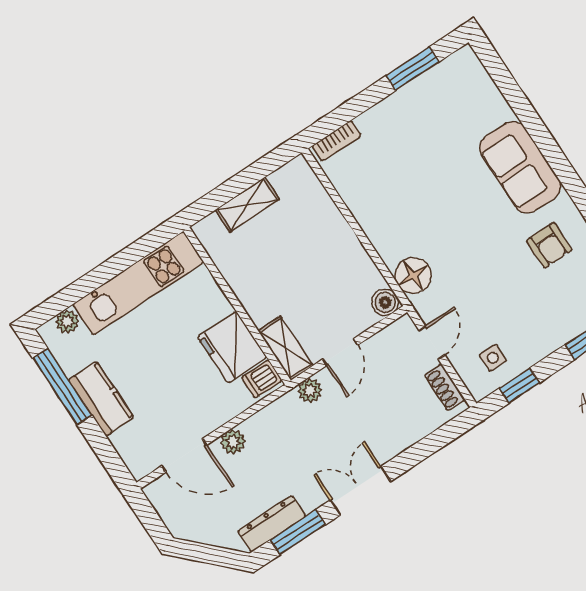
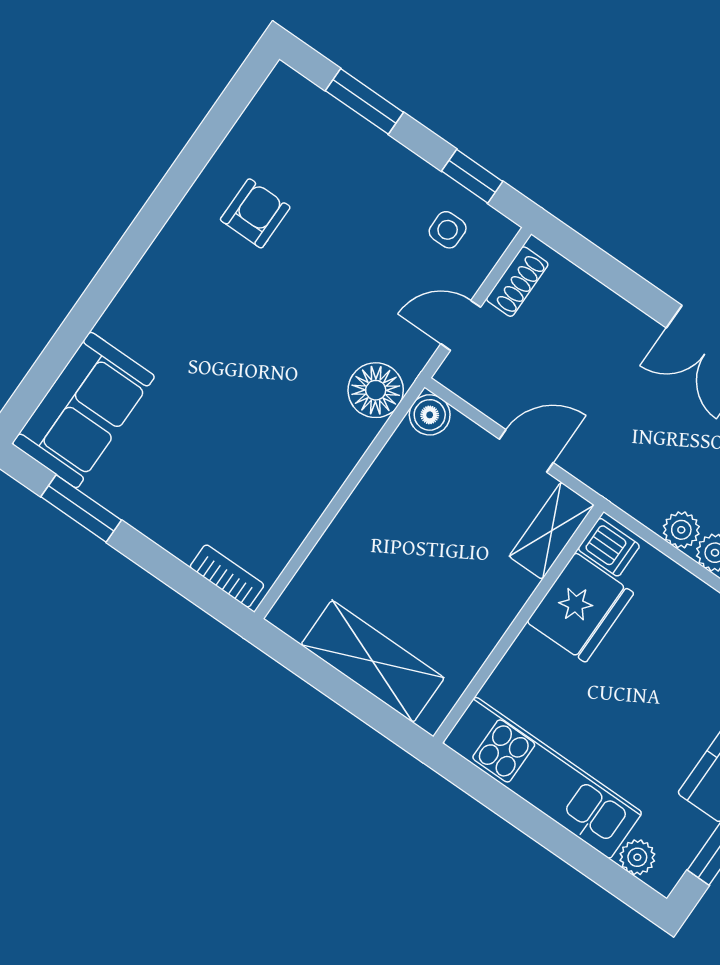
sofa: (520, 167) -> (84, 410), moved
shelving: (247, 205) -> (373, 661), width x1.50, depth x1.33
plant: (310, 391) -> (681, 530), moved

